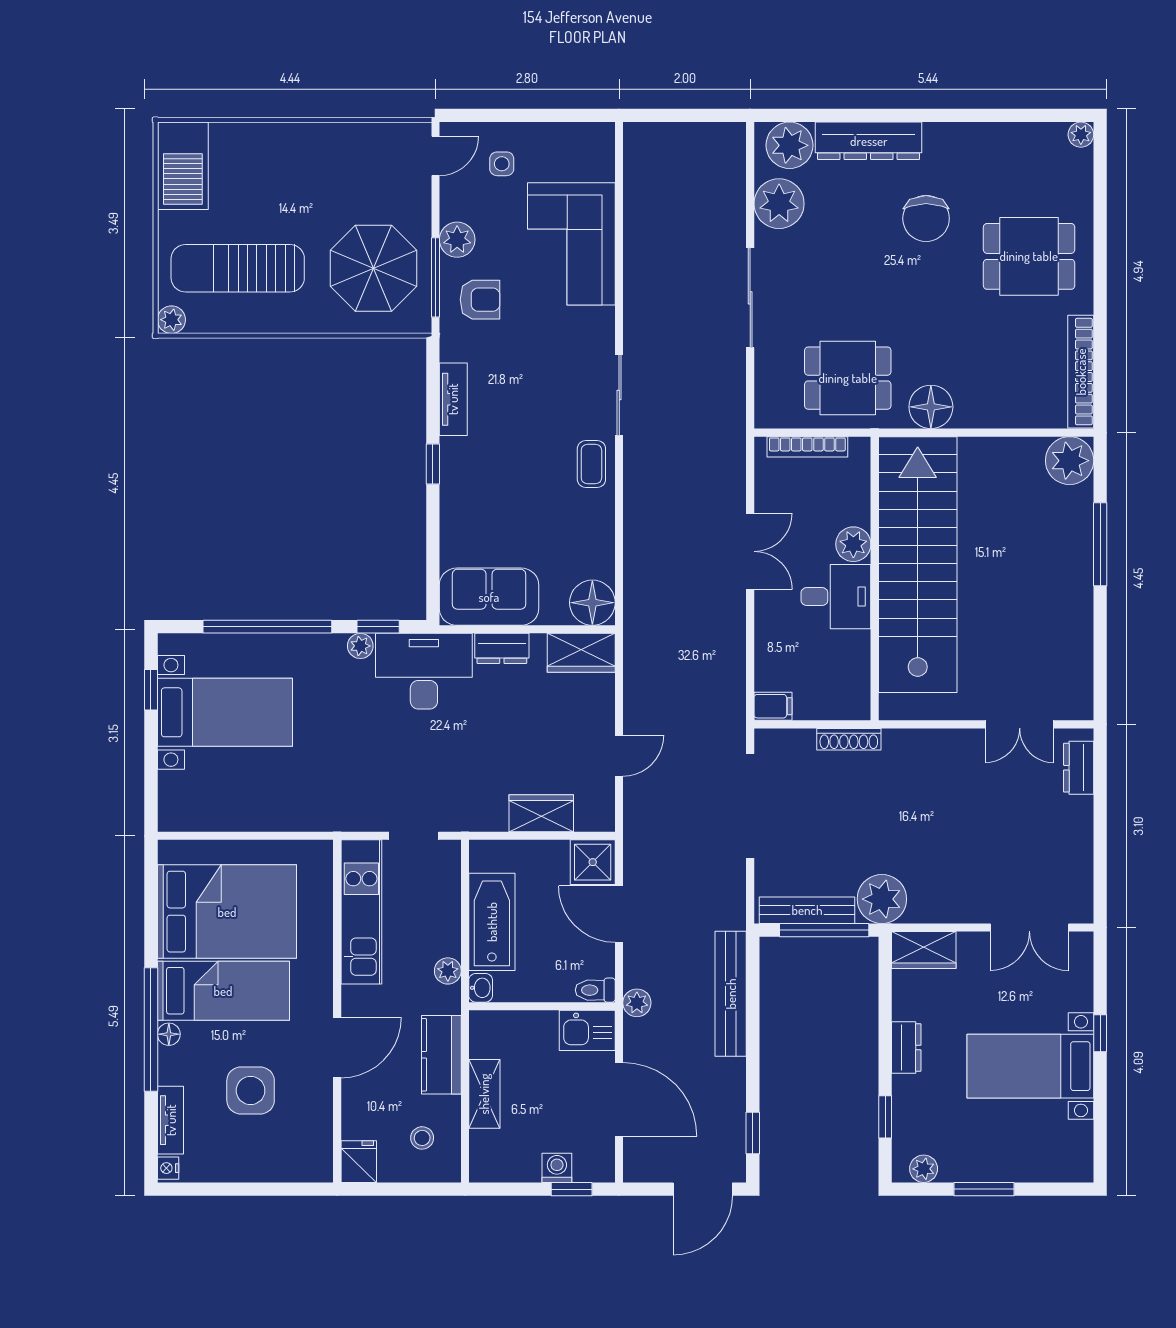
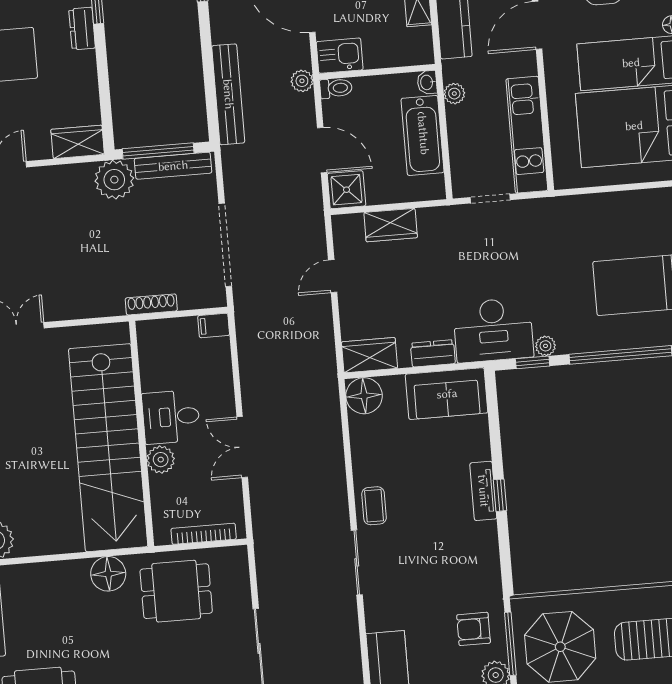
tv unit: (453, 399) -> (483, 491), moved
dresser: (906, 1048) -> (82, 29), moved

